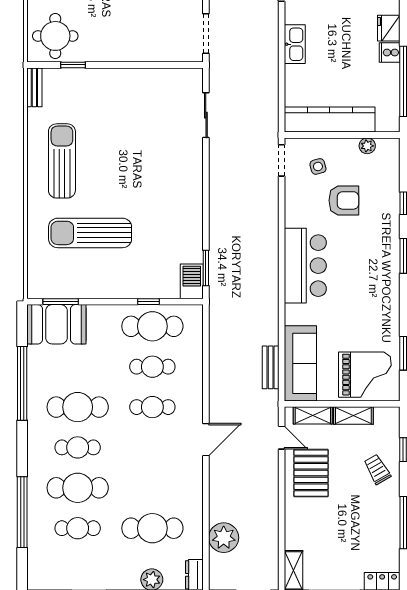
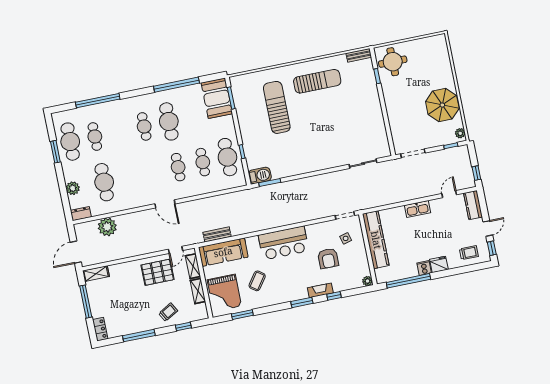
plant: (367, 146) -> (367, 281), moved
fireplace: (392, 223) -> (320, 290), added
coffee table: (356, 319) -> (257, 281), added
cafe table: (78, 488) -> (70, 142), moved

